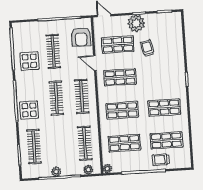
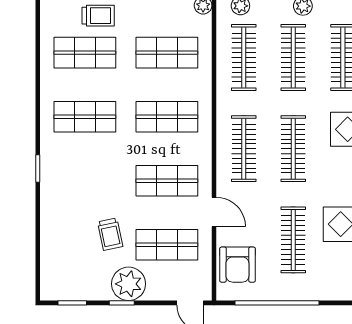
armchair: (81, 37) -> (237, 265), turned 180
clothes rail: (59, 145) -> (293, 57), added

